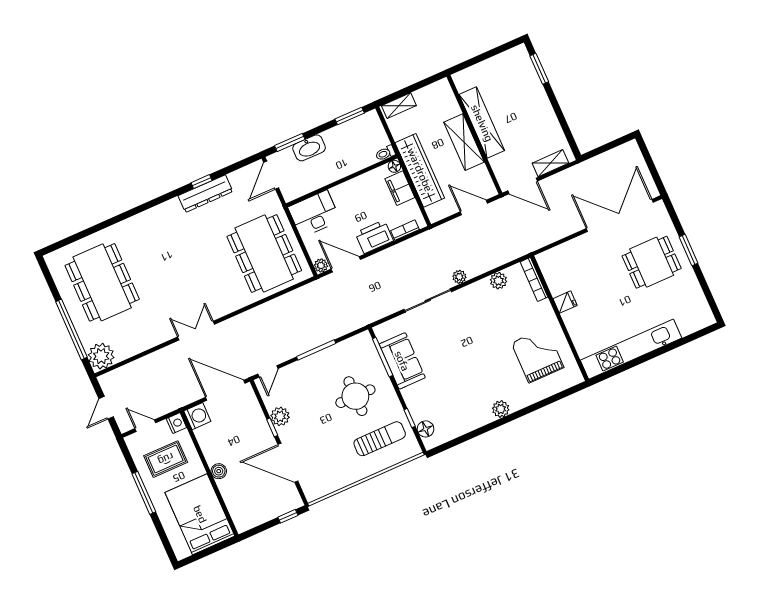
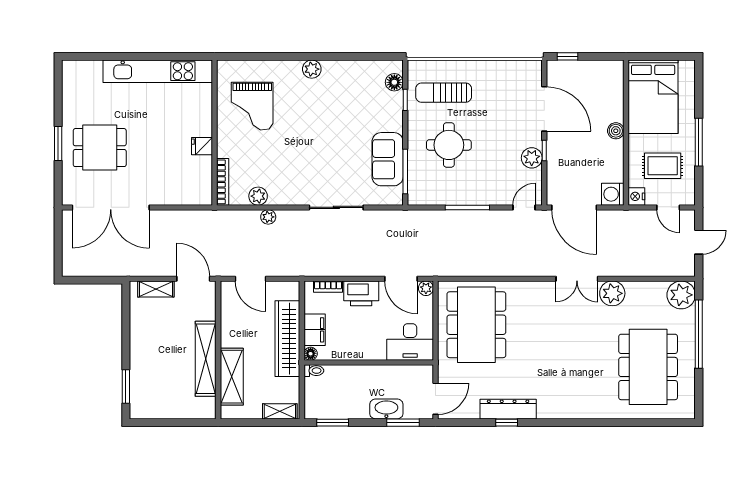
shelving: (464, 142) -> (232, 377), moved
plant: (459, 277) -> (268, 217), moved
plant: (160, 331) -> (612, 293), added

